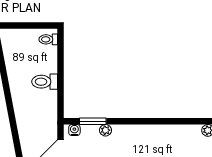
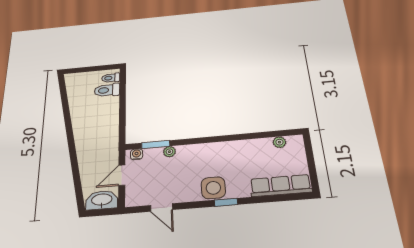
toilet: (45, 82) -> (107, 90), moved

